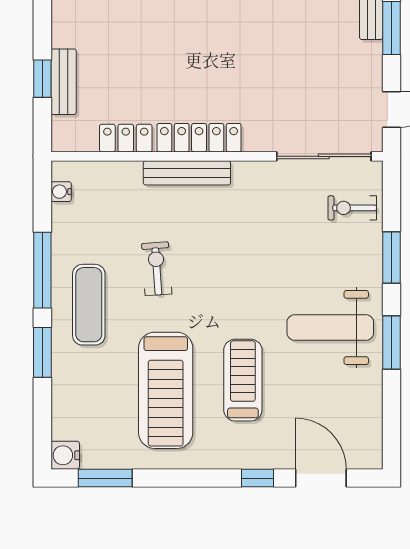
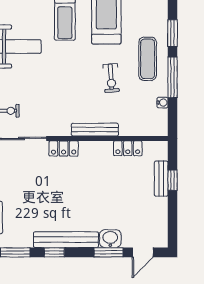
locker: (199, 138) -> (64, 148), moved, width x0.66
water cooler: (61, 192) -> (162, 103), moved

